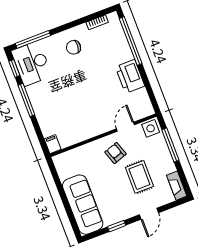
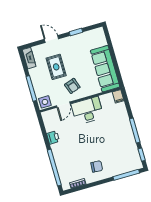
desk: (32, 63) -> (87, 111), moved, turned -90
printer: (130, 76) -> (53, 137), width x0.53, depth x0.68
sofa: (83, 205) -> (105, 69), moved
door: (149, 214) -> (51, 39), hinge flipped

